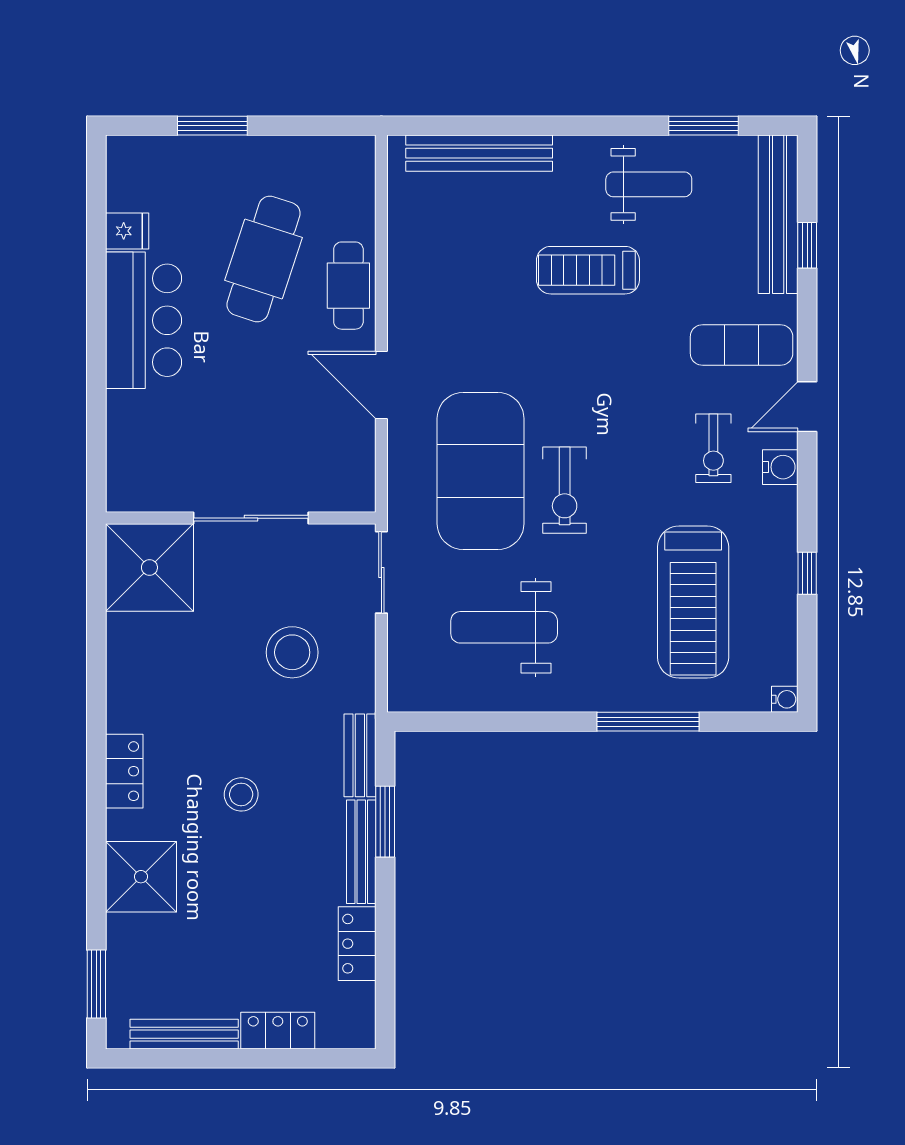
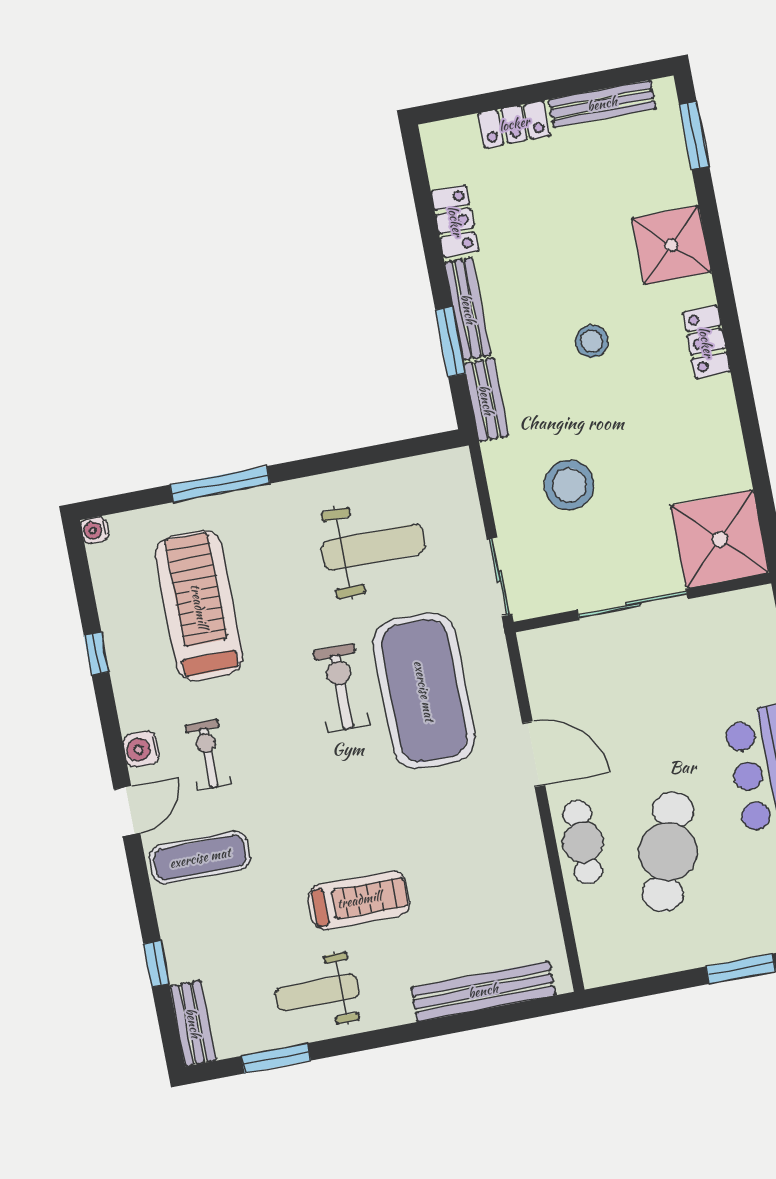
bench: (778, 214) -> (193, 1023), width x0.54, depth x0.82

